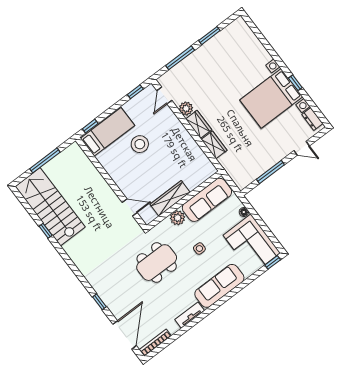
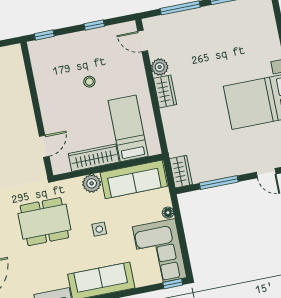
window: (135, 92) -> (94, 25), moved
door: (164, 96) -> (143, 41), hinge flipped
bed: (108, 132) -> (128, 128), moved, turned -90
stool: (140, 144) -> (89, 82), width x0.53, depth x0.53
wardrobe: (214, 145) -> (181, 172), moved
door: (130, 207) -> (44, 146), hinge flipped

